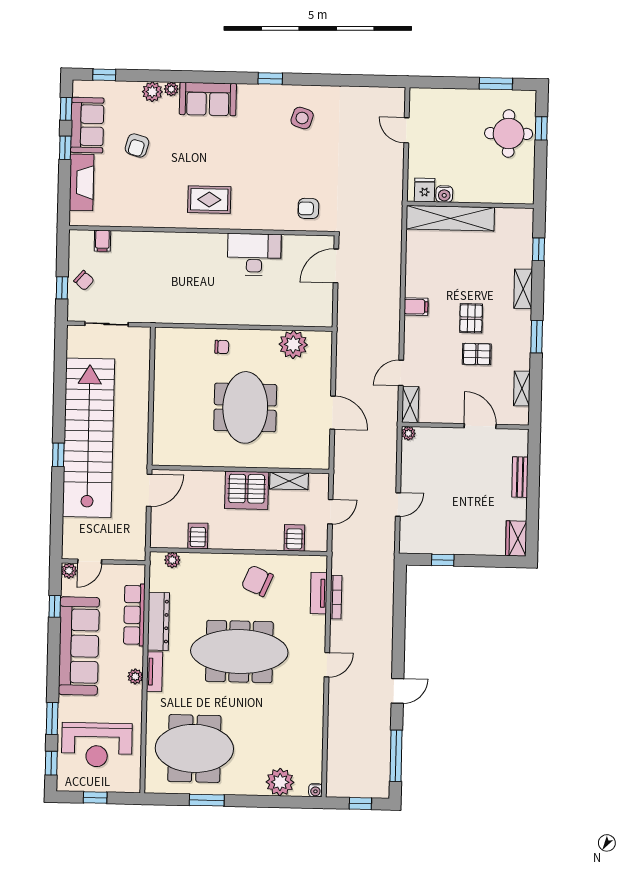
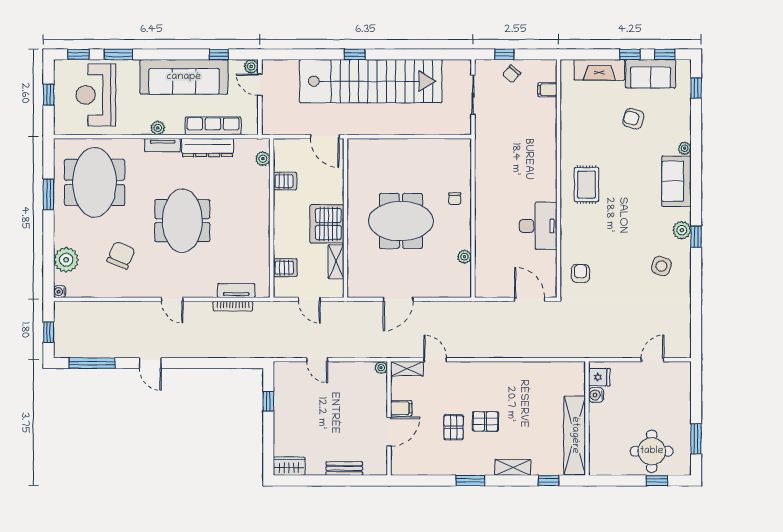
plant: (152, 92) -> (682, 230), moved
shelving: (450, 218) -> (575, 435), moved
filing cabinet: (416, 307) -> (401, 408), moved, turned -90
plant: (293, 344) -> (464, 257), width x0.53, depth x0.53
shelving: (522, 389) -> (424, 468), removed
chair: (257, 581) -> (121, 255), moved
meeting table: (239, 652) -> (182, 221), width x0.73

